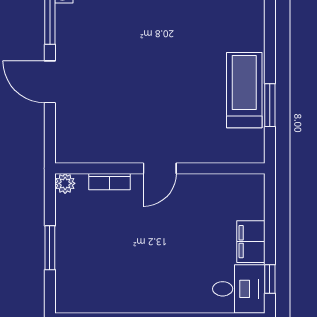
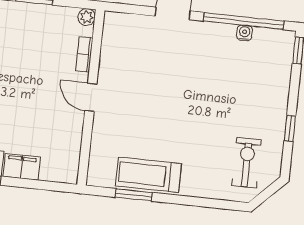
treadmill: (244, 90) -> (148, 175), turned 180

